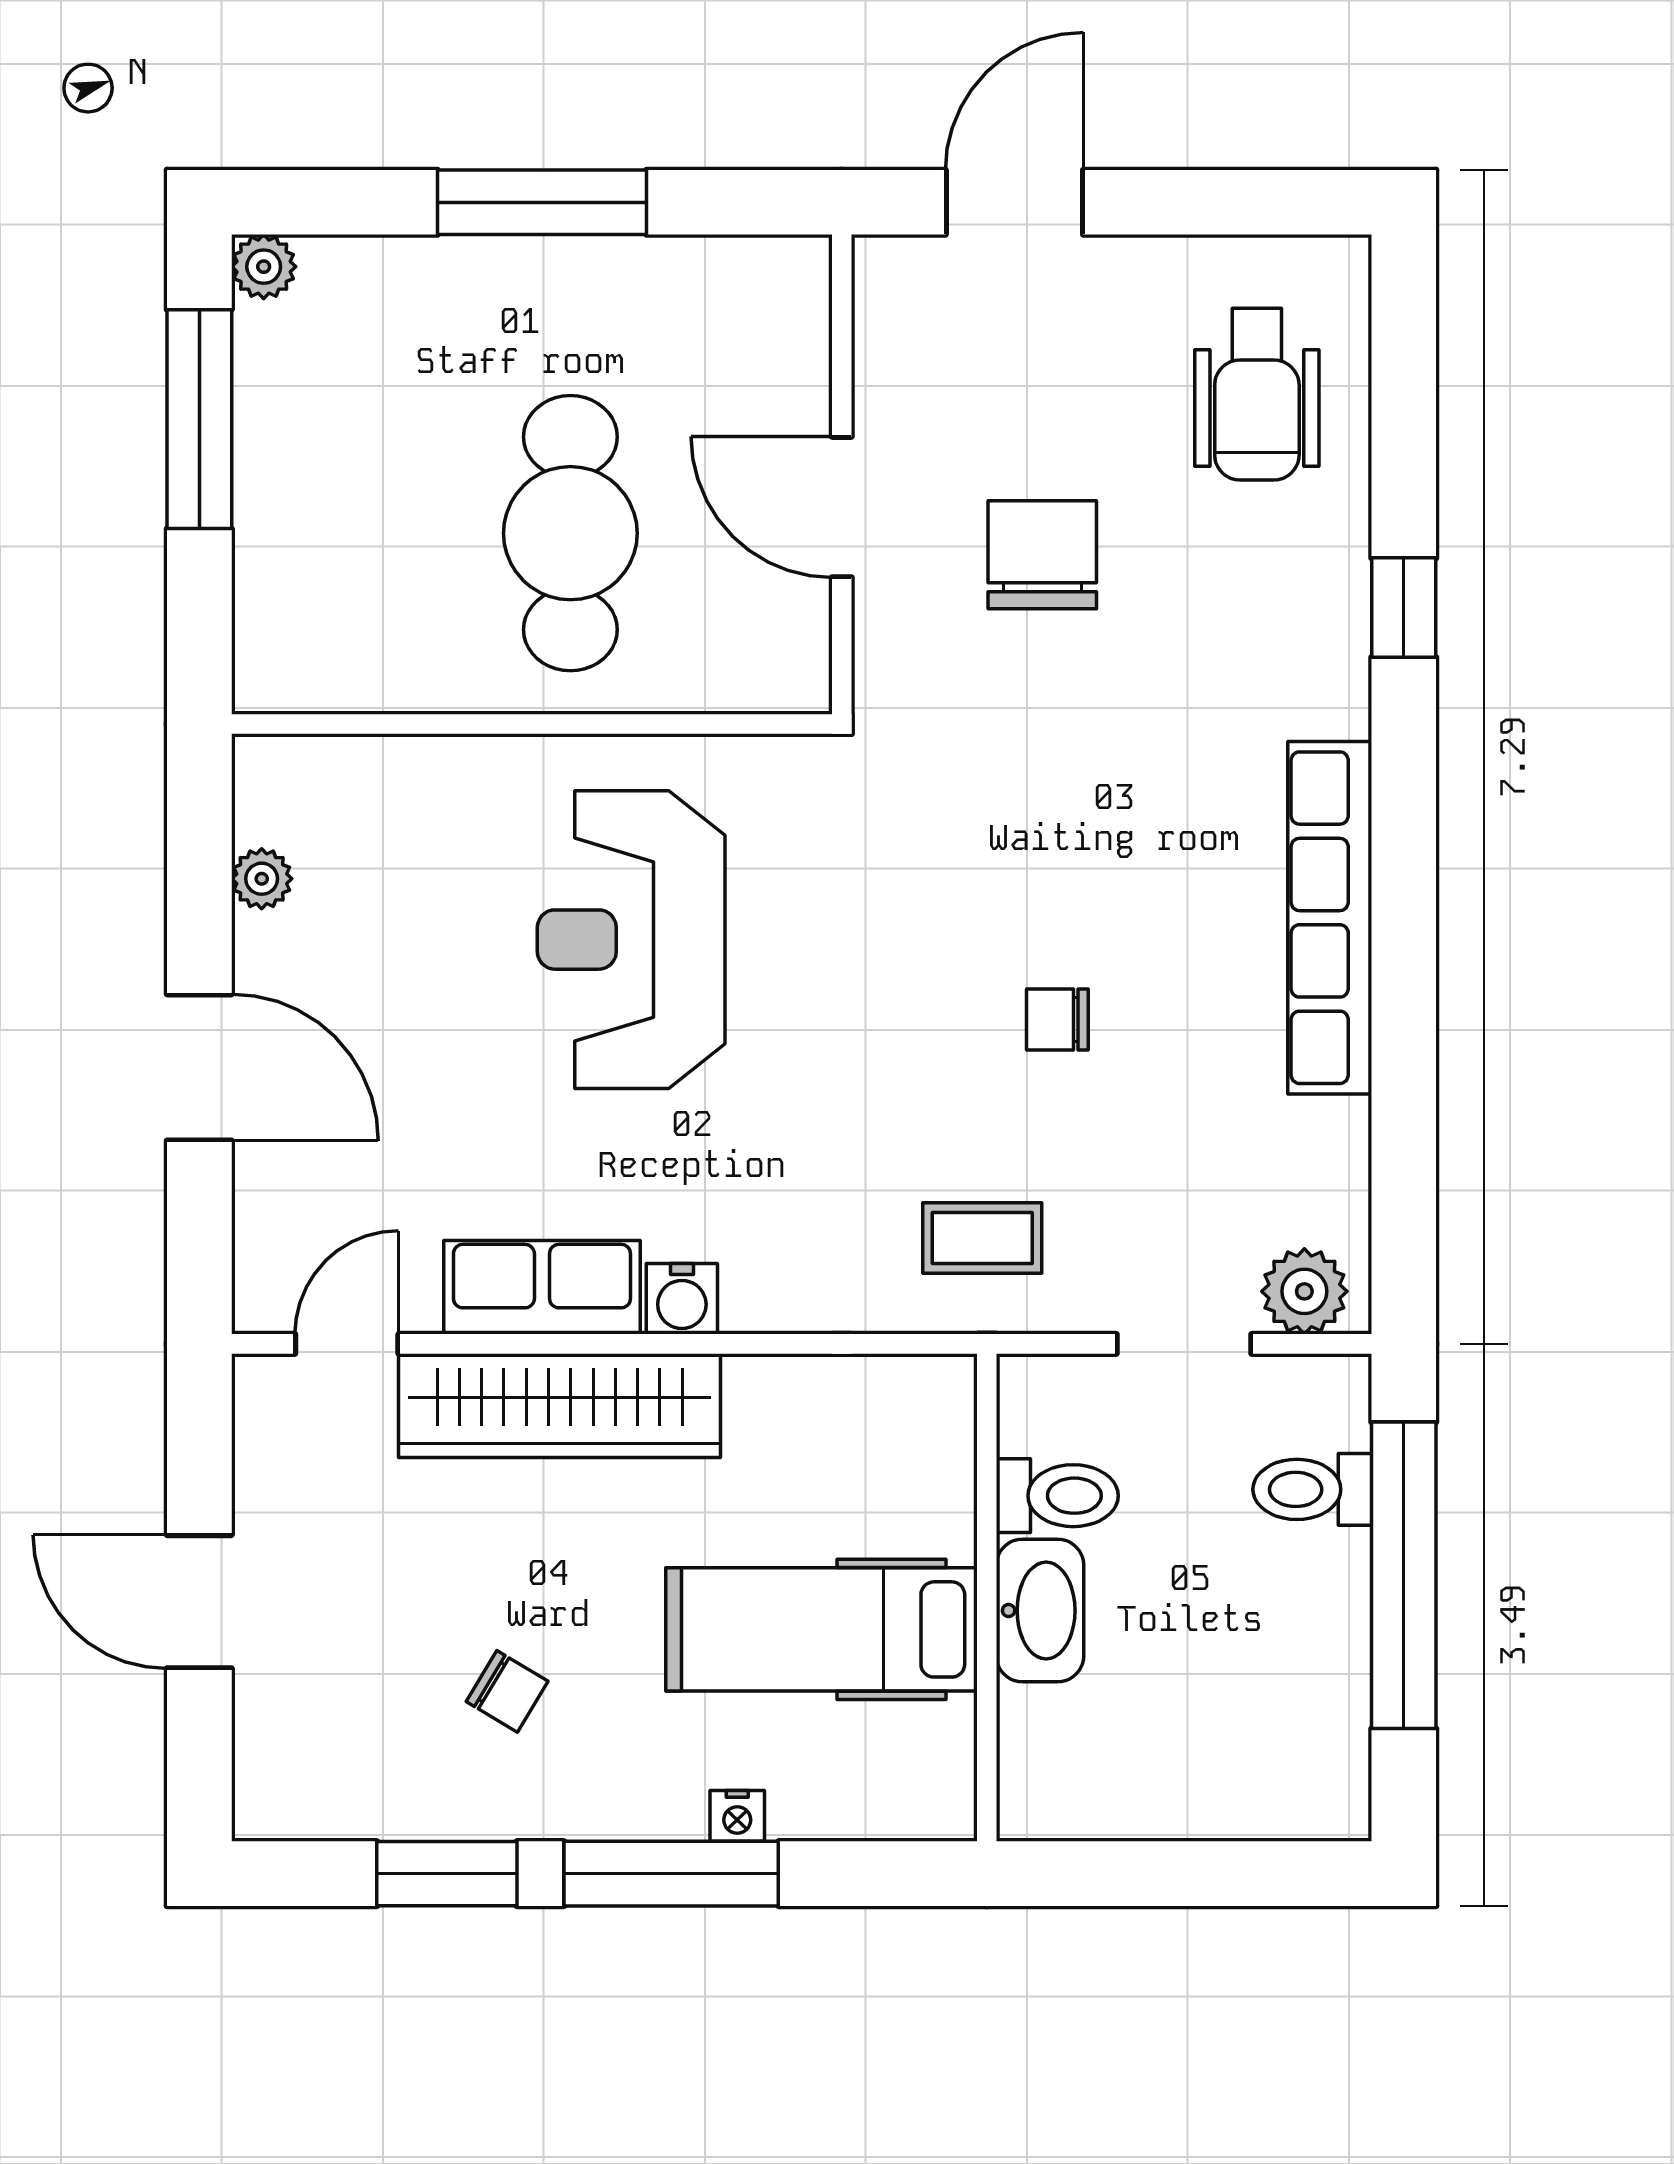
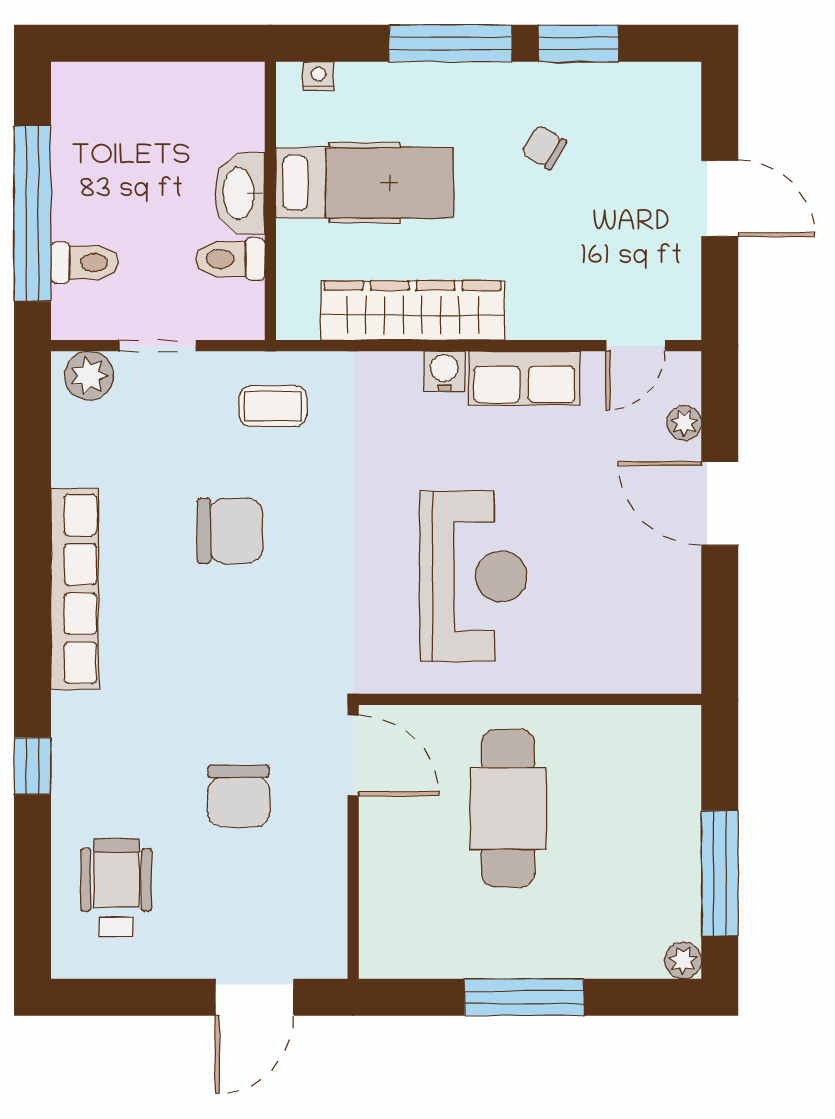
door: (842, 507) -> (353, 755), moved
plant: (262, 879) -> (684, 423), moved
chair: (1057, 1019) -> (230, 531), width x1.87, depth x1.87
wardrobe: (560, 1406) -> (413, 310), moved
nightstand: (737, 1816) -> (319, 76), moved

